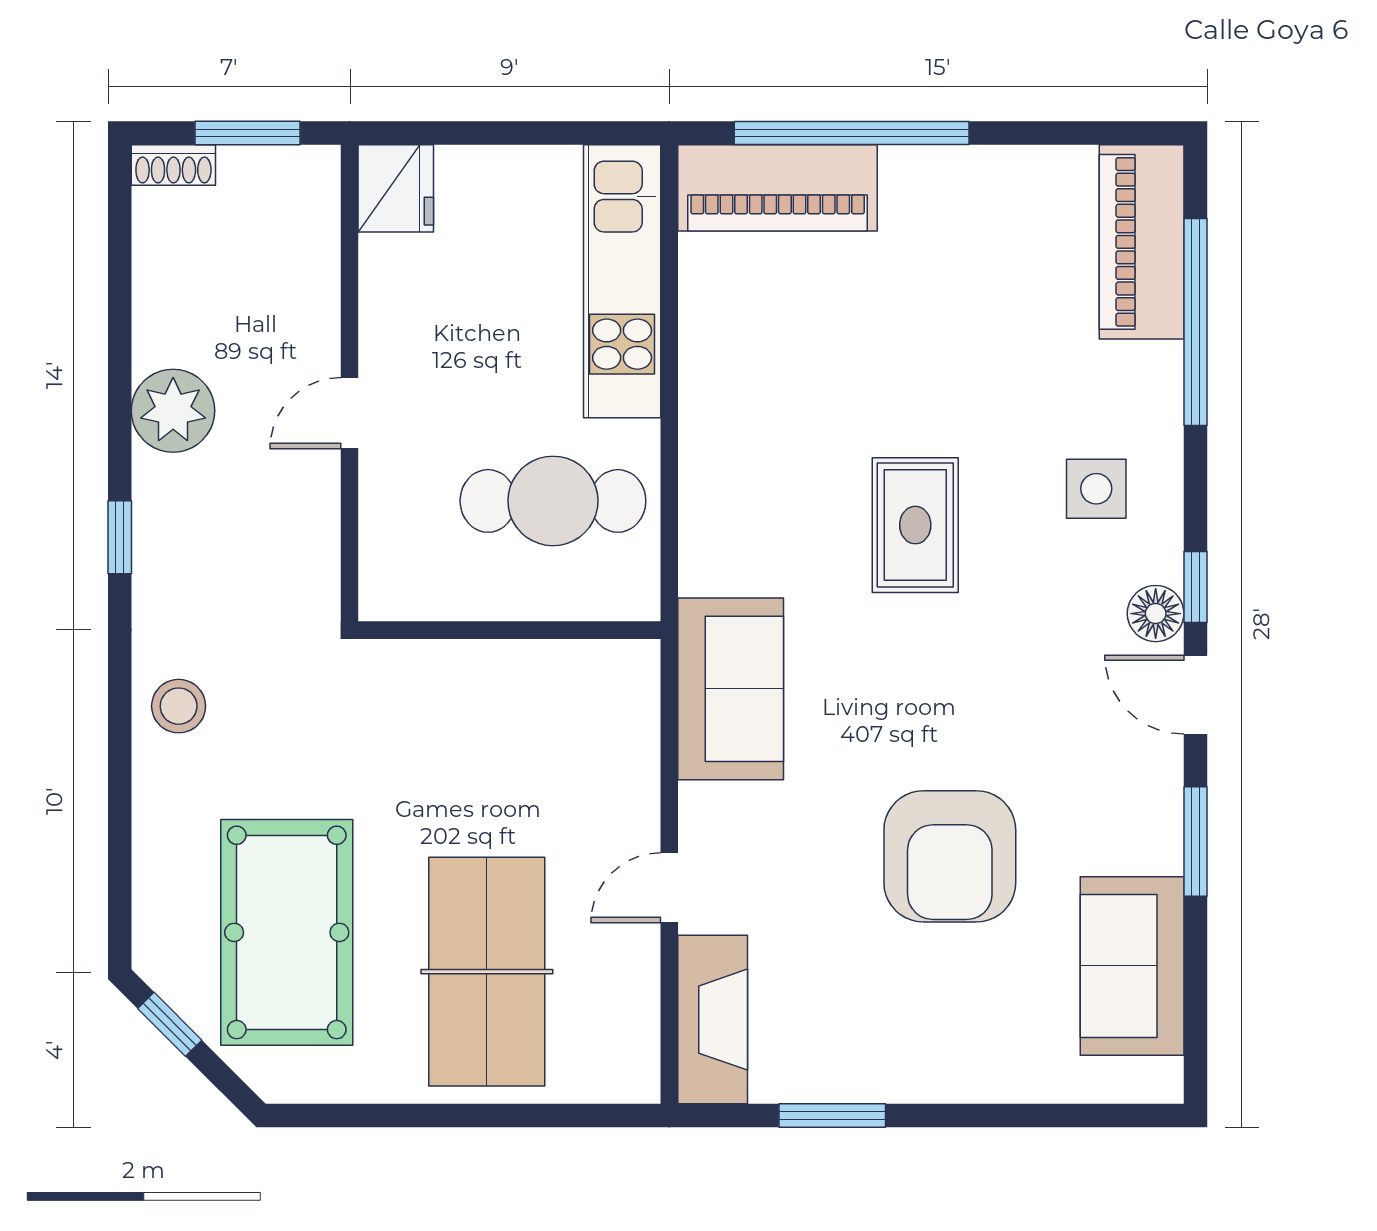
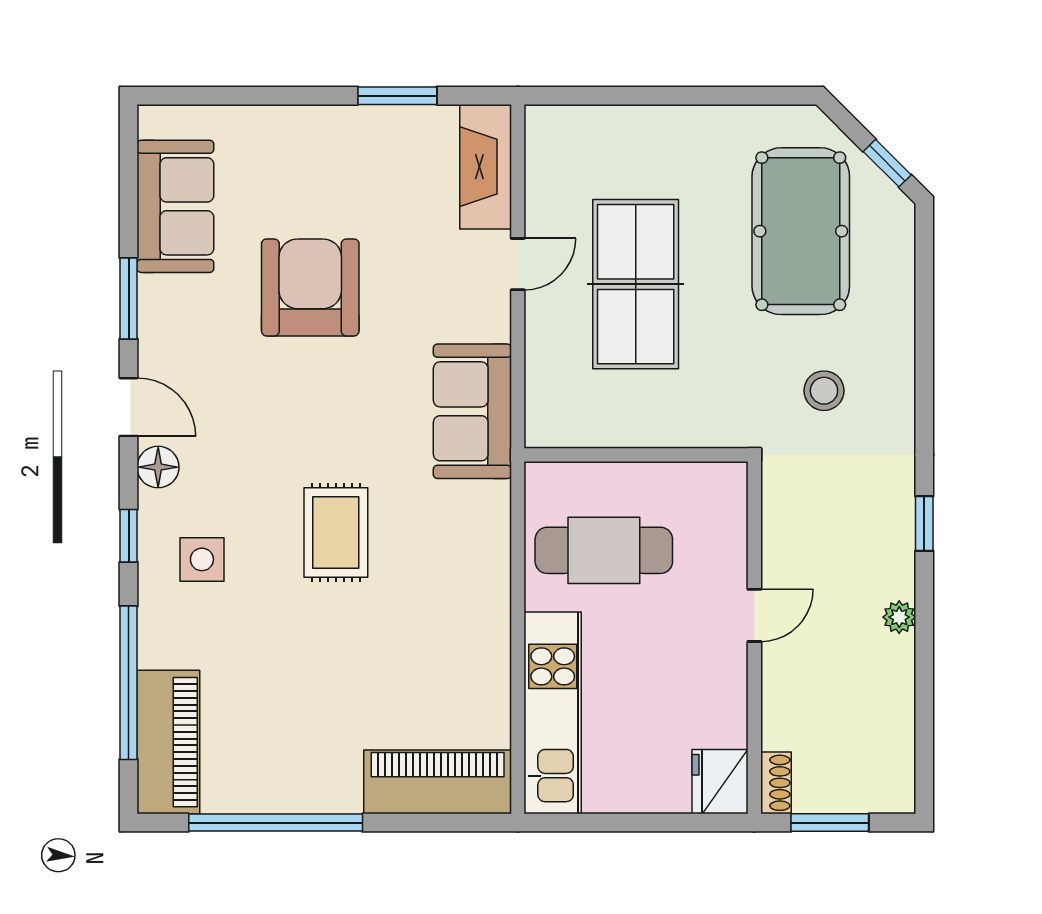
window: (852, 133) -> (276, 823), moved
shoe rack: (173, 165) -> (776, 783), moved, turned 90
plant: (173, 411) -> (899, 617), width x0.53, depth x0.53
window: (1195, 587) -> (129, 536), moved
stool: (179, 706) -> (824, 391), moved
table tennis table: (487, 972) -> (636, 284), moved

